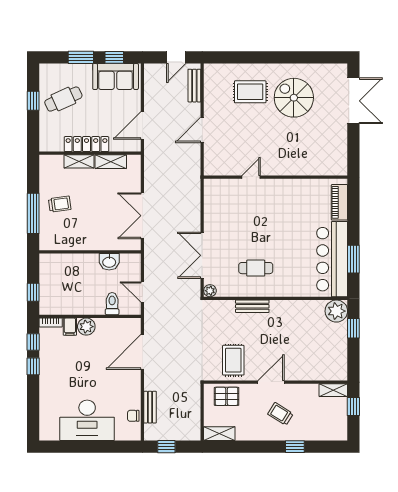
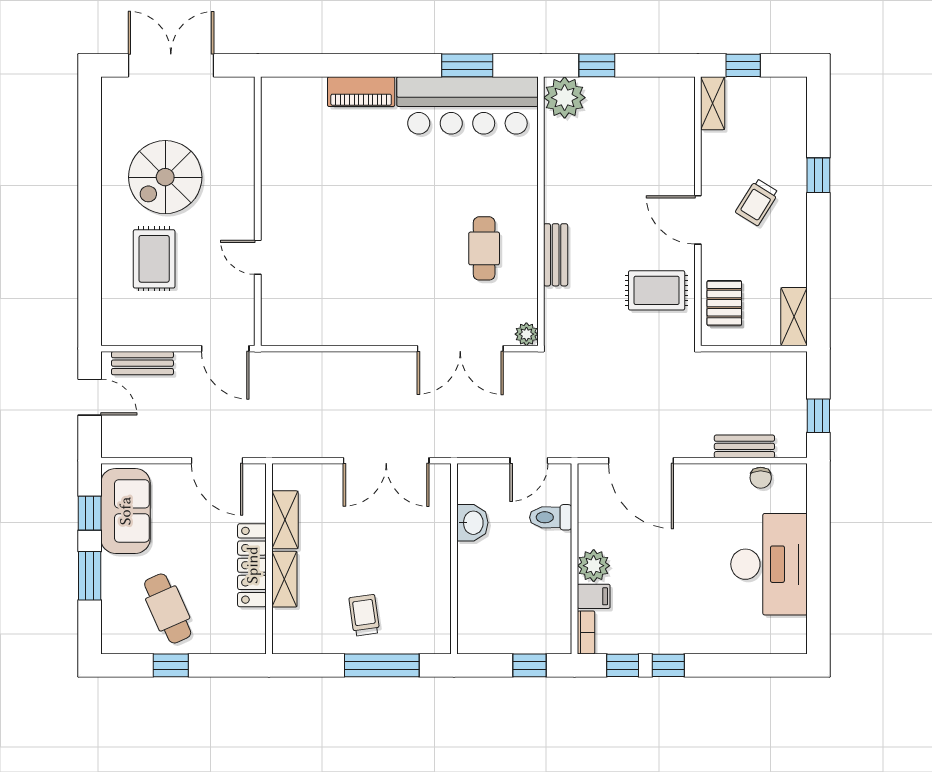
door: (251, 177) -> (258, 257), moved
wall: (276, 177) -> (258, 211), moved

